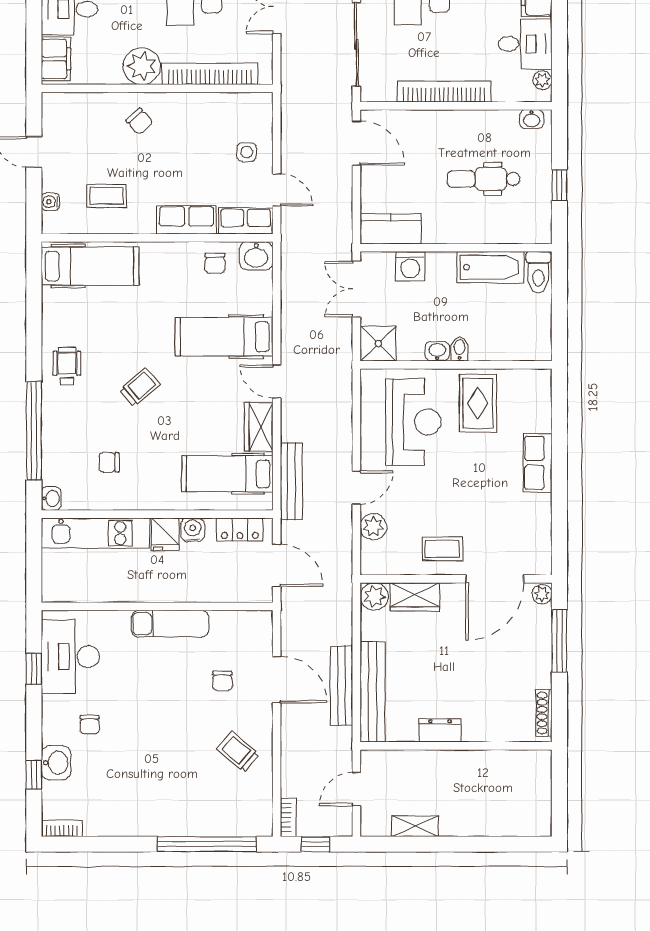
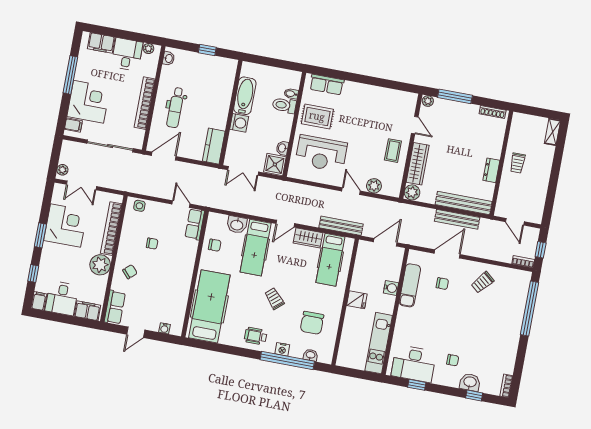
chair: (197, 151) -> (152, 244), added
side table: (247, 152) -> (139, 206), moved
dental chair: (484, 179) -> (175, 108), moved
door: (277, 190) -> (181, 204), hinge flipped
coffee table: (107, 196) -> (167, 297), removed
row of seats: (187, 220) -> (115, 307), moved, turned 180
washbasin: (256, 256) -> (237, 225), moved, turned 90
hospital bed: (90, 266) -> (209, 306), width x1.37, depth x1.29
washing machine: (410, 266) -> (239, 123), moved
toilet: (538, 272) -> (284, 105), moved, turned 180
bidet: (460, 349) -> (291, 94), moved
washbasin: (437, 351) -> (282, 148), moved
nightstand: (52, 418) -> (282, 349), added
reception desk: (413, 422) -> (321, 153), turned 180
chair: (109, 462) -> (312, 323), width x1.87, depth x1.87
row of seats: (538, 463) -> (327, 85), moved
washbasin: (51, 498) -> (310, 355), moved
water cooler: (193, 530) -> (391, 288), moved, turned 180
locker: (240, 530) -> (362, 259), removed
kitchen unit: (95, 533) -> (379, 343), moved, turned 180
door: (495, 579) -> (415, 125), width x0.53
wardrobe: (415, 597) -> (418, 164), width x1.50
exam couch: (170, 624) -> (410, 285), moved
trolley: (462, 774) -> (518, 163), added
shelving: (415, 826) -> (552, 132), moved

